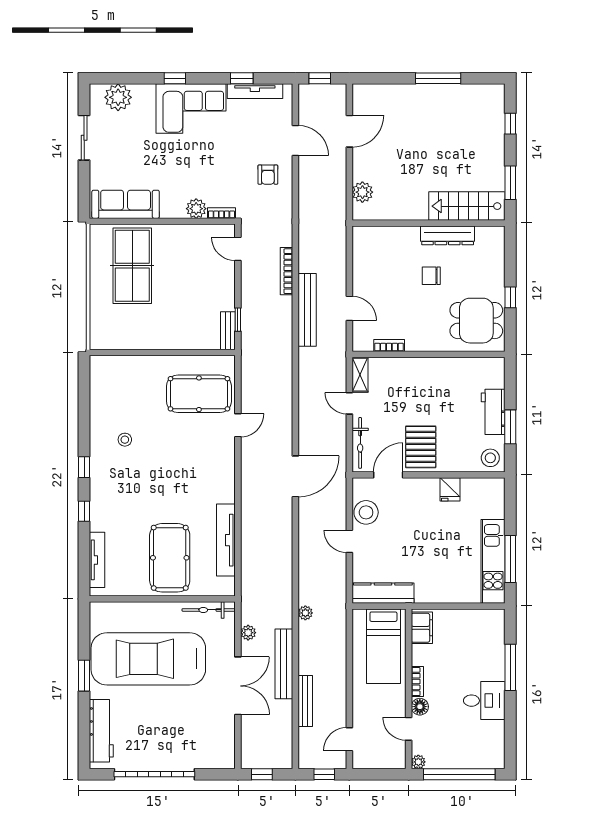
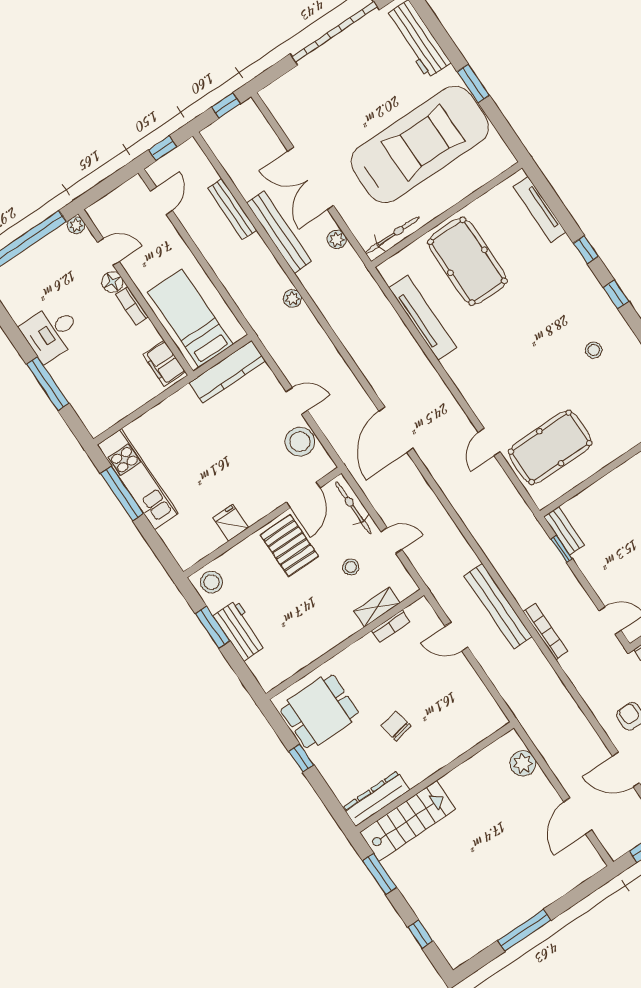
dresser: (448, 235) -> (376, 799), moved
chair: (431, 276) -> (396, 726), turned -101
shelving: (360, 375) -> (377, 607), moved, turned 90
stool: (389, 404) -> (351, 567), added

